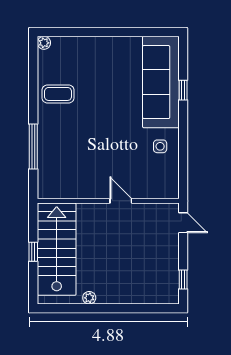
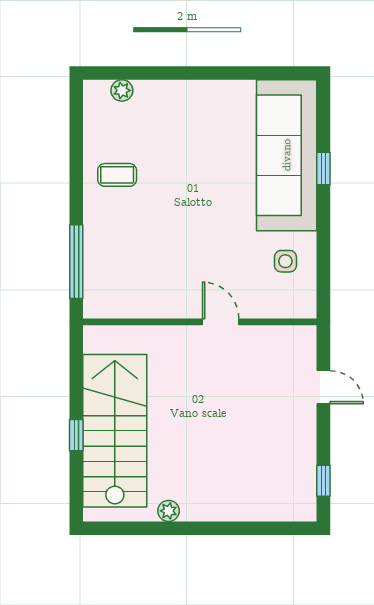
plant: (44, 43) -> (122, 90), moved
coffee table: (58, 94) -> (117, 175), width x0.73, depth x0.77
wall: (108, 201) -> (200, 322), moved
door: (121, 201) -> (221, 322), moved

